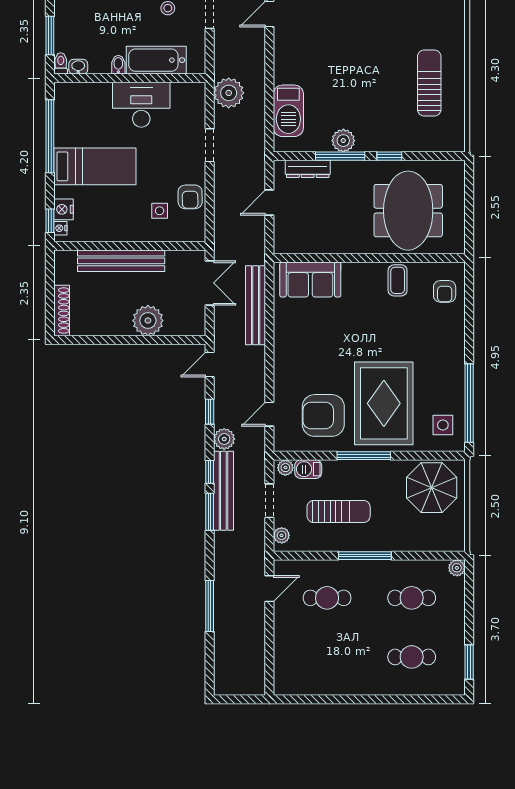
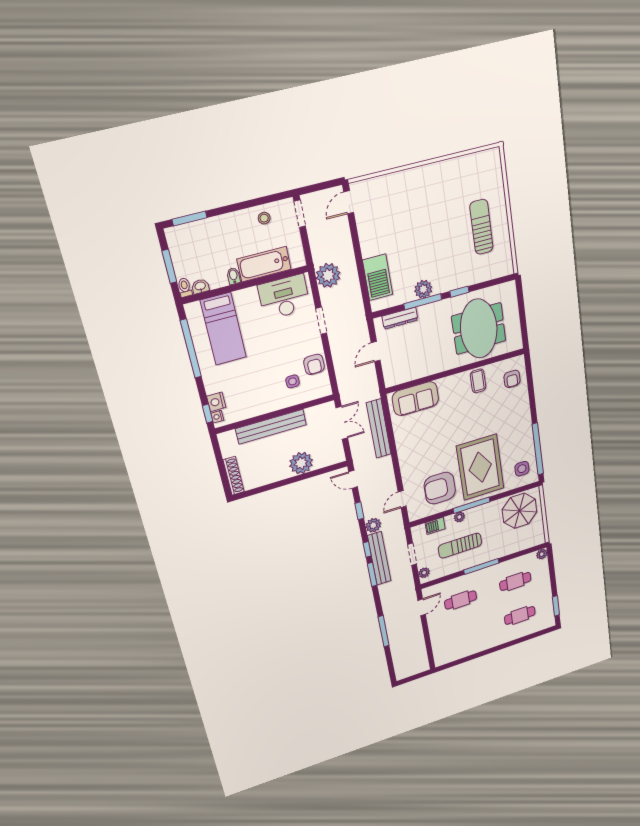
desk: (141, 105) -> (284, 297), moved
bed: (95, 166) -> (223, 329), moved, turned 90
door: (210, 364) -> (353, 479), hinge flipped
plant: (285, 468) -> (459, 517), moved
sun lounger: (339, 511) -> (460, 546), turned 180

